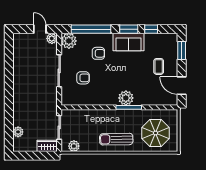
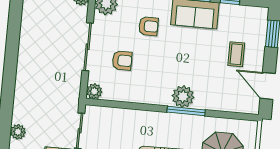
plant: (66, 100) -> (94, 91), added

